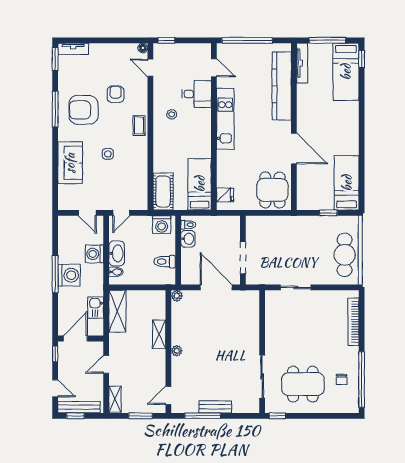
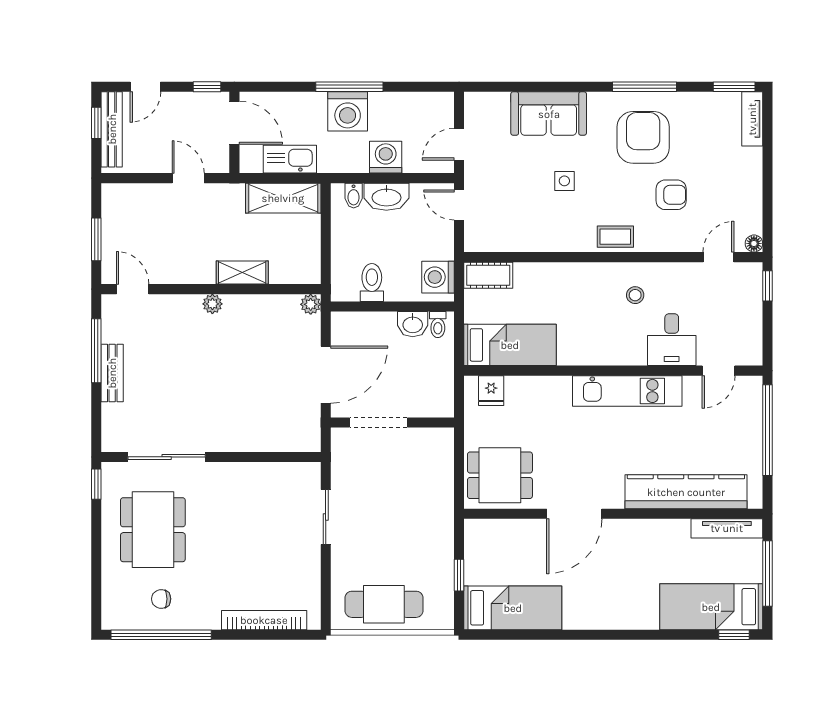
cot: (163, 191) -> (488, 275), width x0.73, depth x0.75
kitchen sink: (96, 308) -> (290, 159), width x1.38
shelving: (115, 399) -> (126, 194), removed

